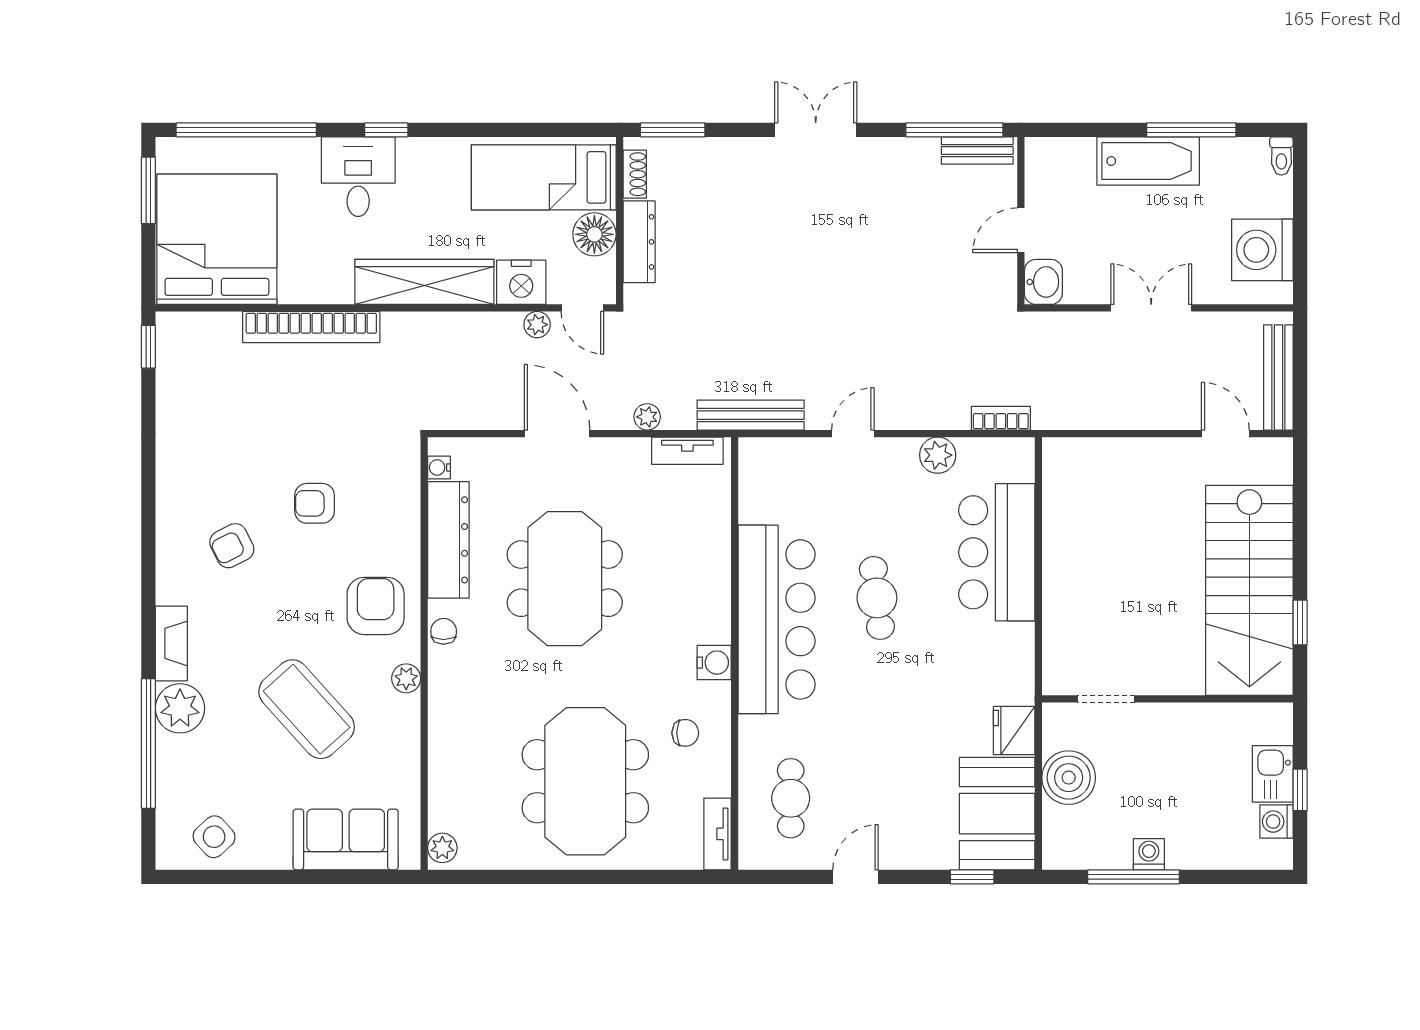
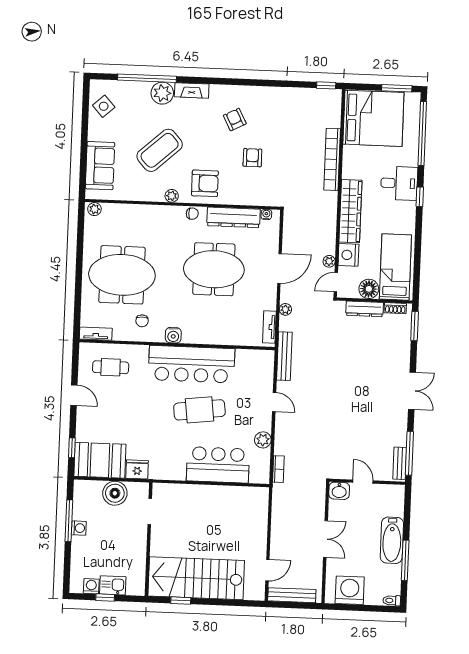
cafe table: (877, 598) -> (199, 410), width x1.37, depth x1.35

